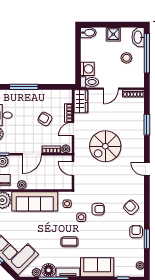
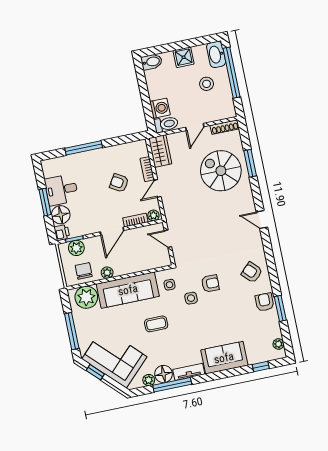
spiral stairs: (105, 146) -> (221, 171), moved, turned 90
coffee table: (69, 242) -> (156, 324), moved

